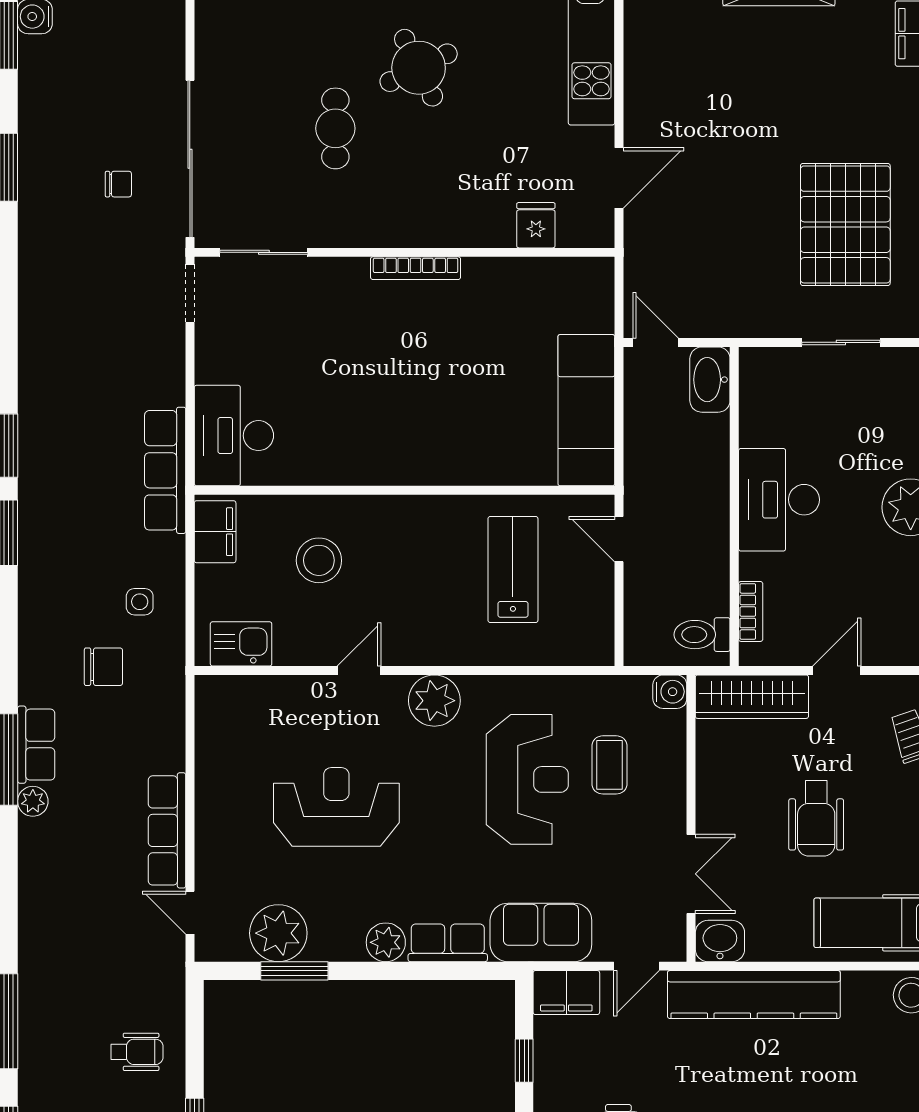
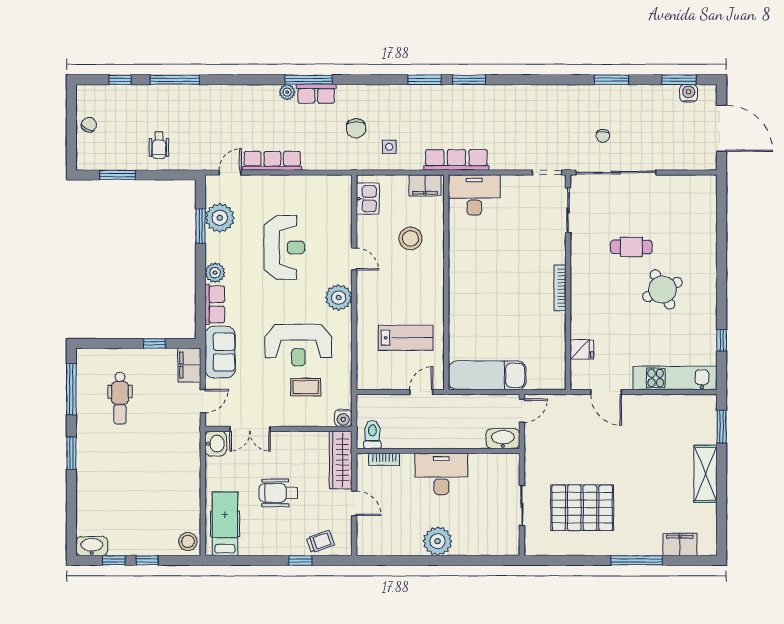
door: (637, 966) -> (203, 401), swing flipped
kitchen counter: (754, 995) -> (188, 461), removed

